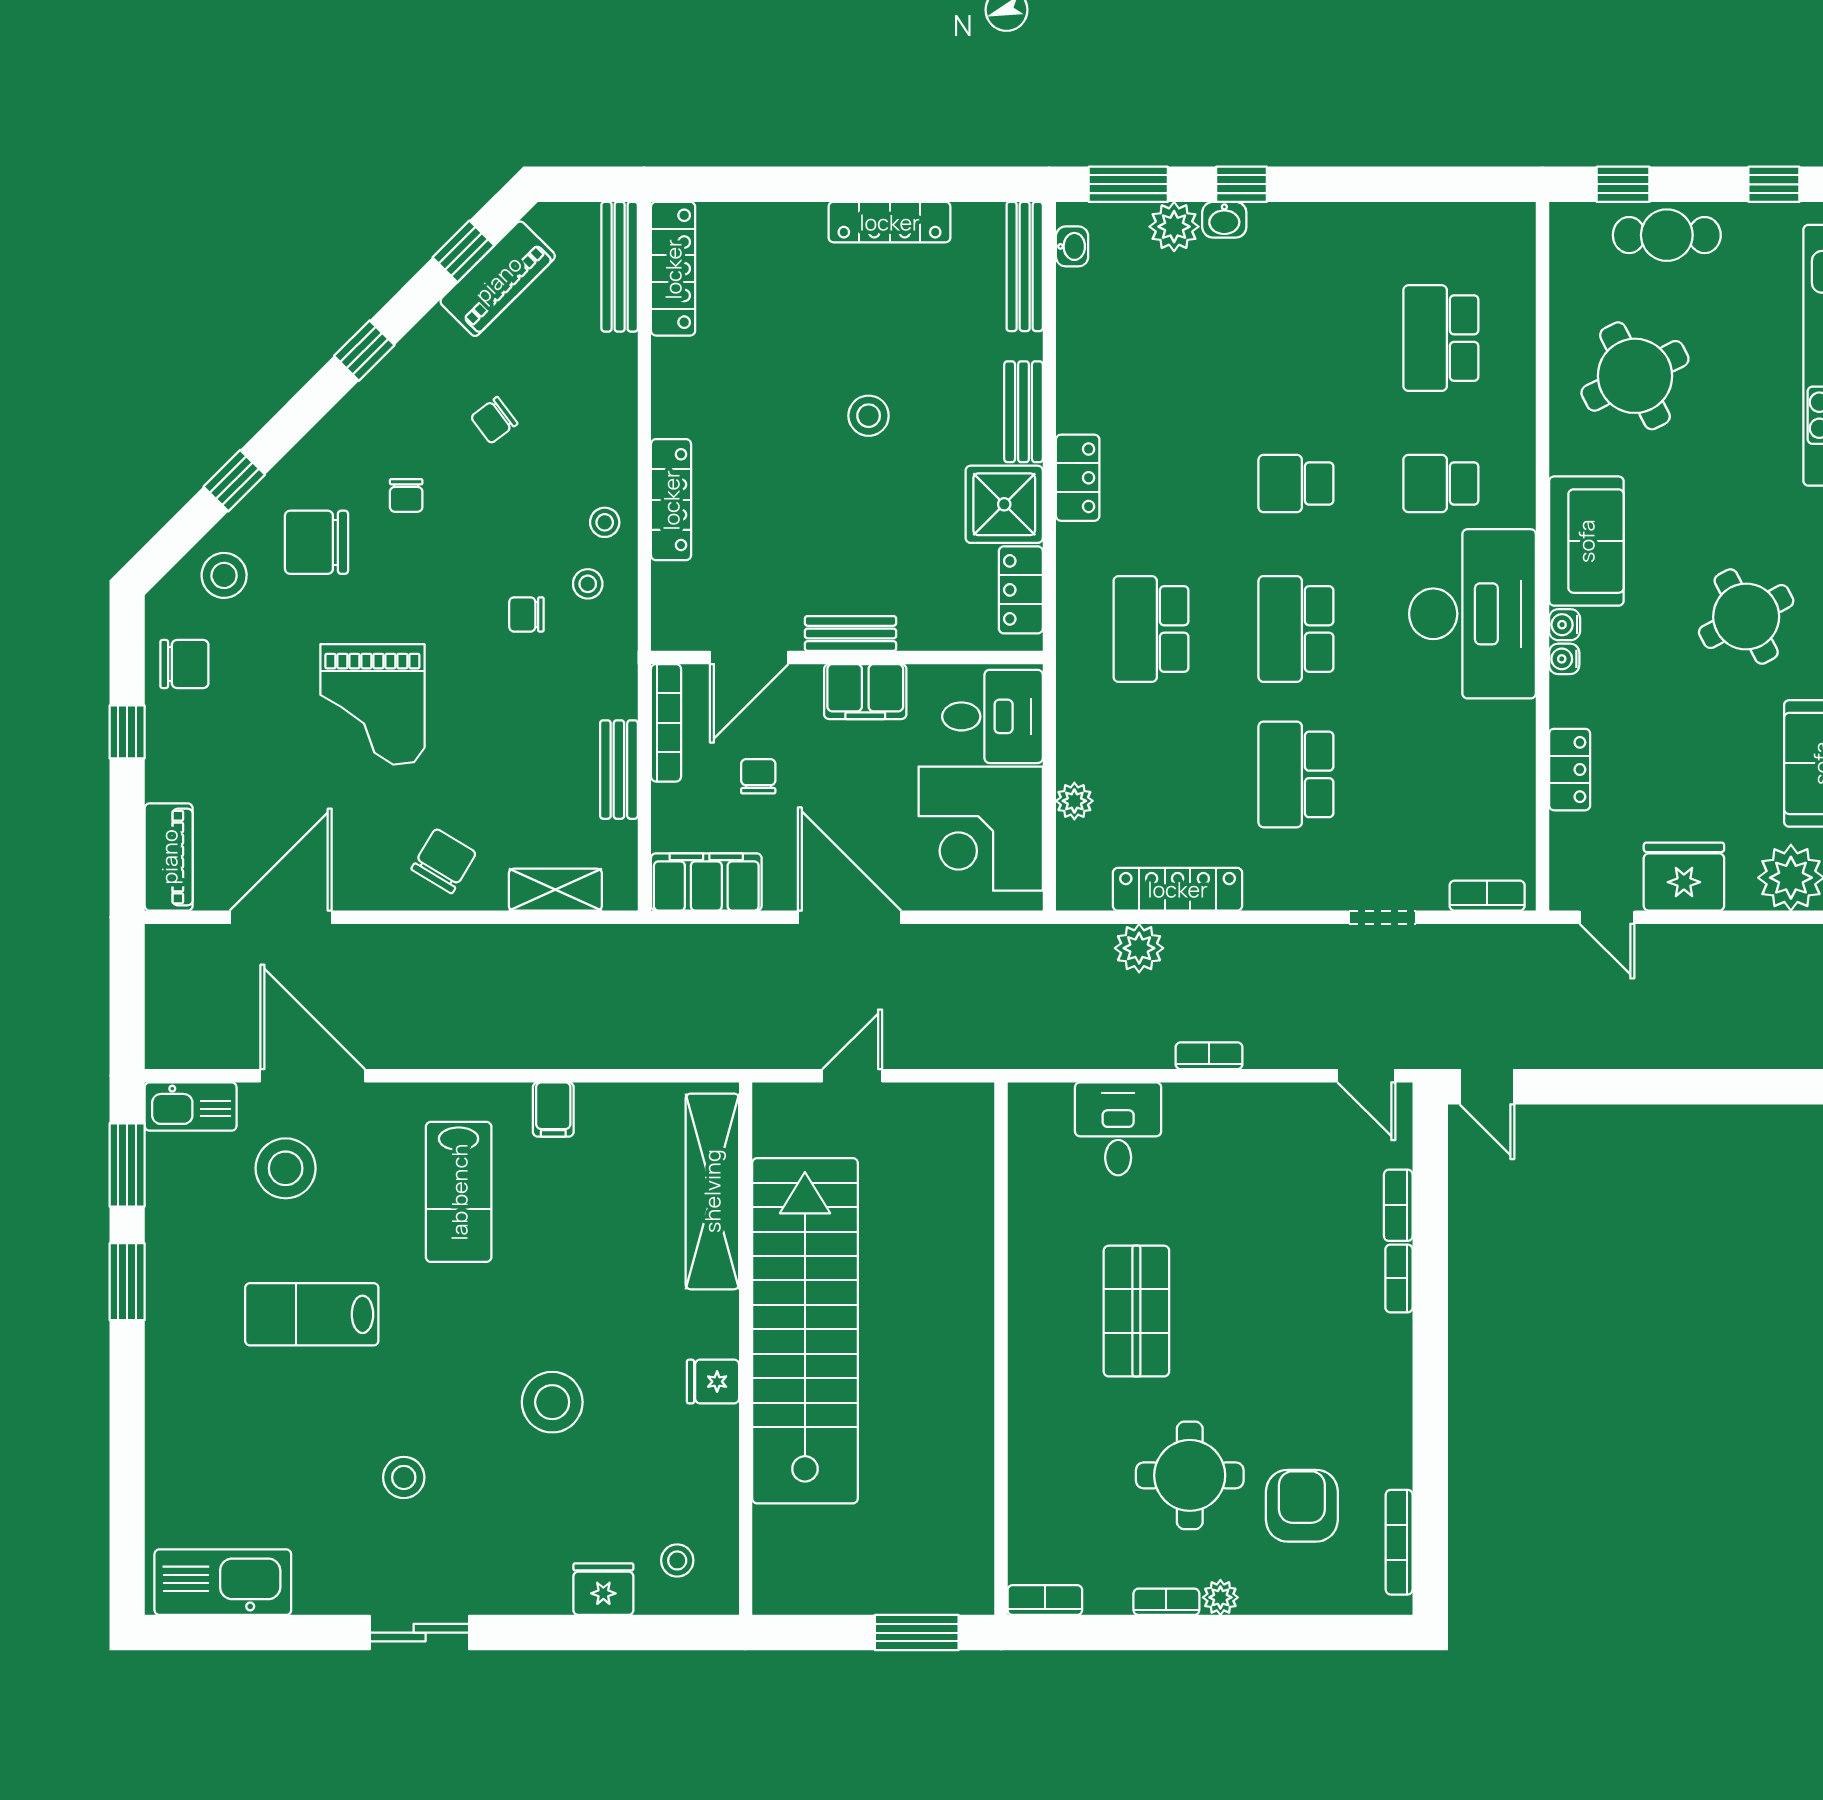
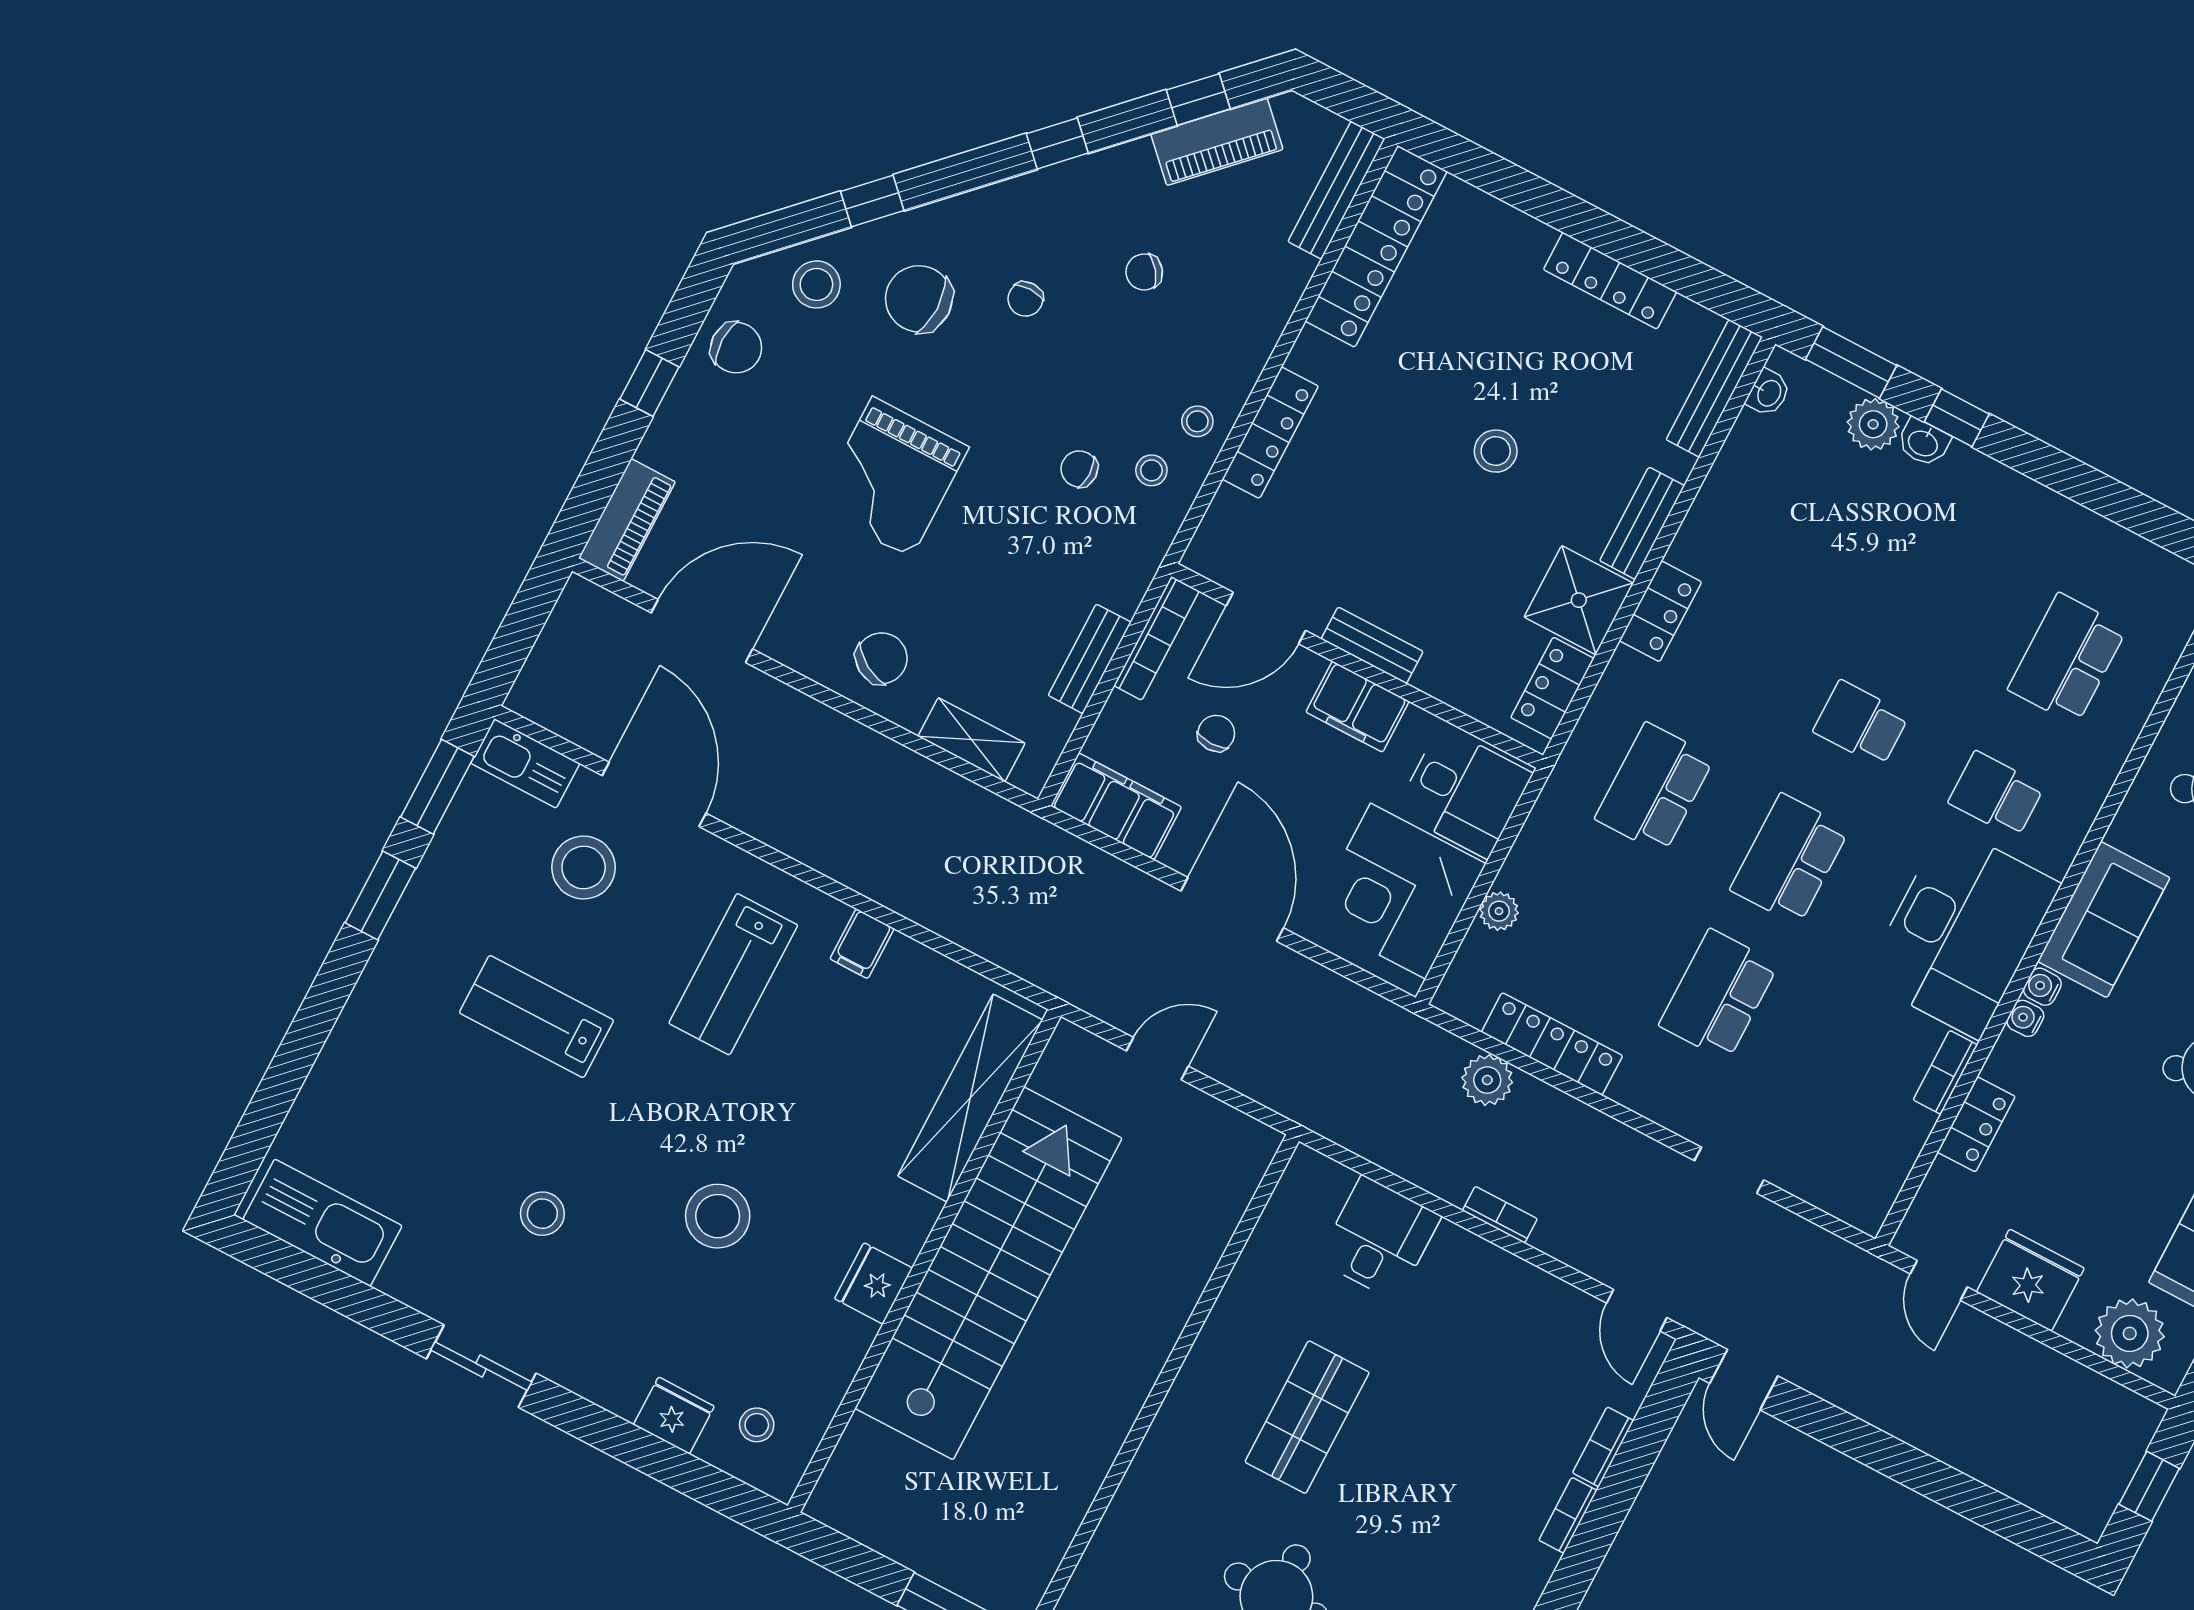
locker: (673, 269) -> (1376, 246), width x1.41, depth x1.21
bookcase: (1487, 896) -> (1945, 1072), moved, turned -90
fridge: (713, 1382) -> (874, 1283), width x1.38

